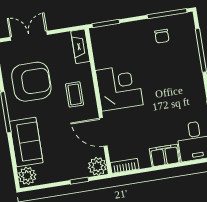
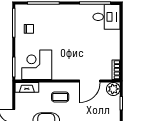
corner desk: (119, 88) -> (37, 65), moved
filing cabinet: (165, 155) -> (113, 40), removed

